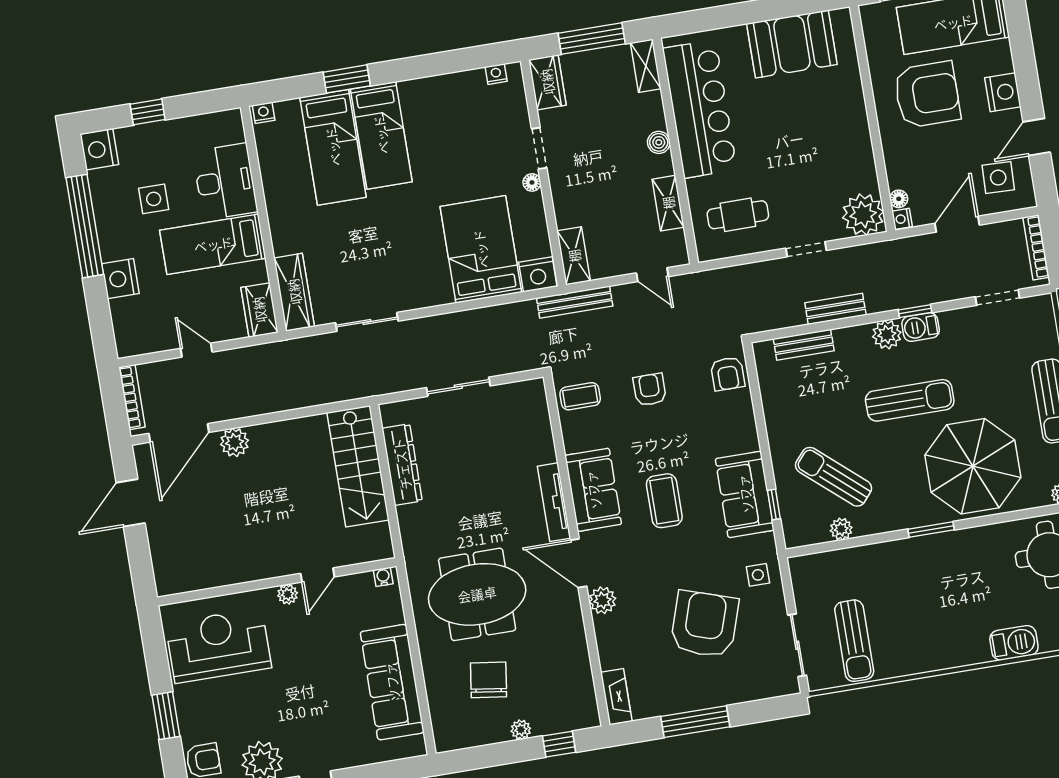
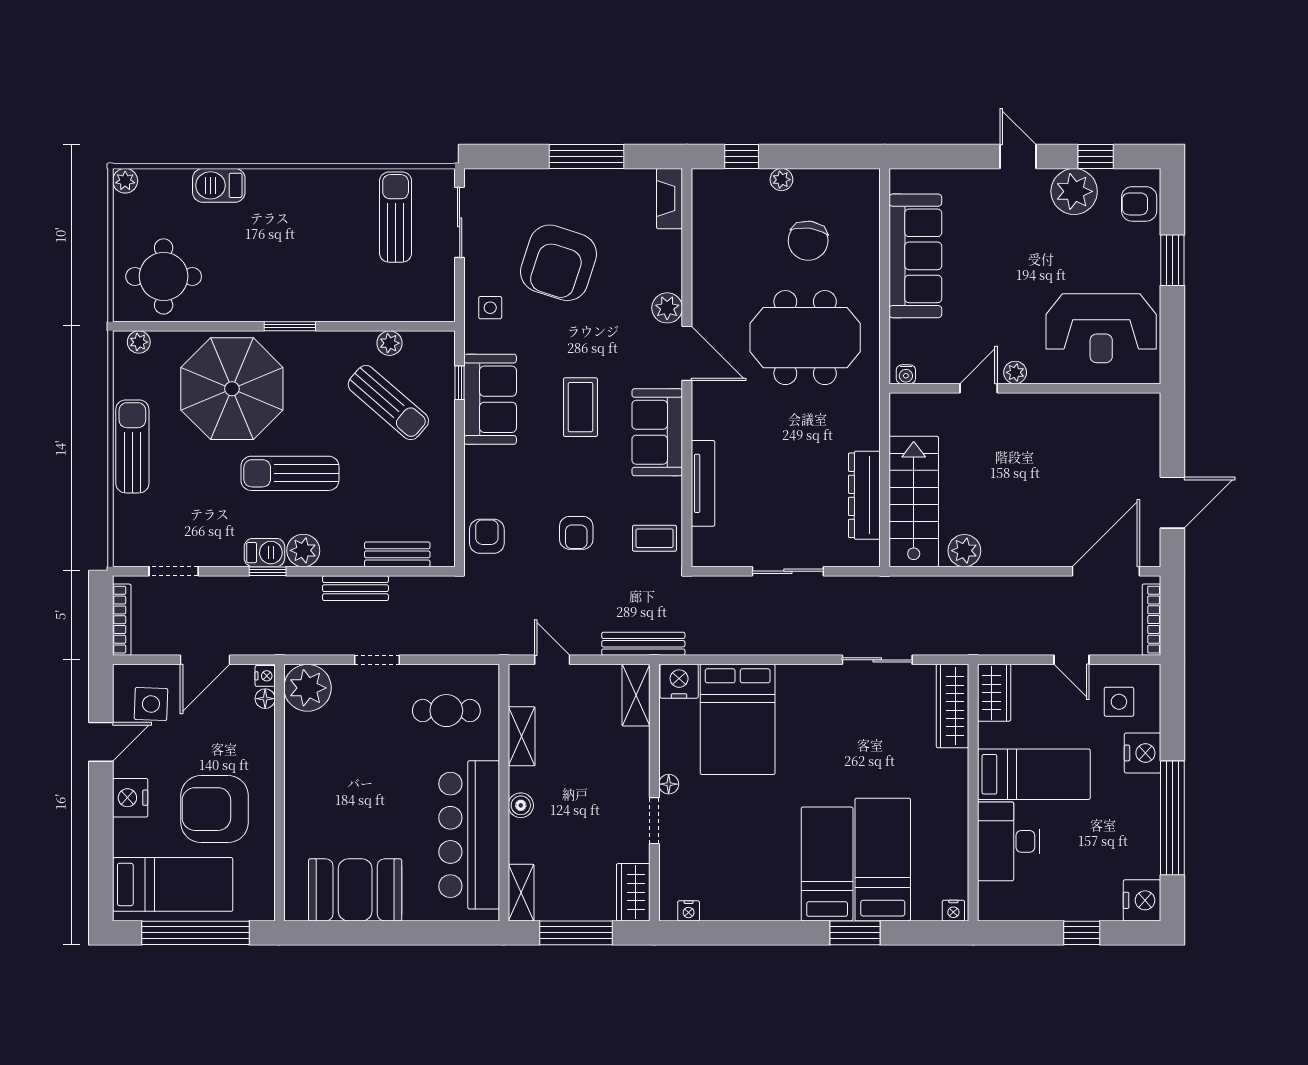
side table: (154, 199) -> (1119, 702), moved
plant: (235, 442) -> (964, 551), moved
tv unit: (554, 502) -> (703, 483), moved

